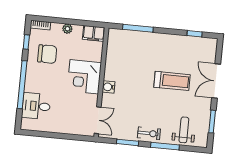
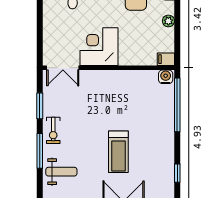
window: (138, 28) -> (177, 105), width x1.46
filing cabinet: (94, 33) -> (166, 59), width x0.50
corner desk: (84, 77) -> (99, 47), moved
water cooler: (109, 87) -> (166, 77), moved

